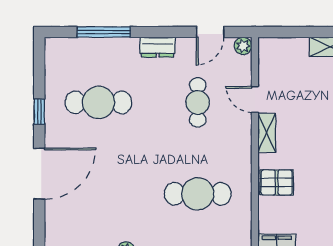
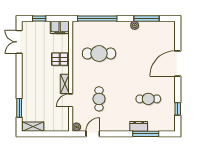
dresser: (158, 47) -> (139, 126), moved
door: (255, 99) -> (71, 100), swing flipped
cafe table: (99, 102) -> (148, 99), width x0.73, depth x0.74
window: (39, 112) -> (178, 109), moved

